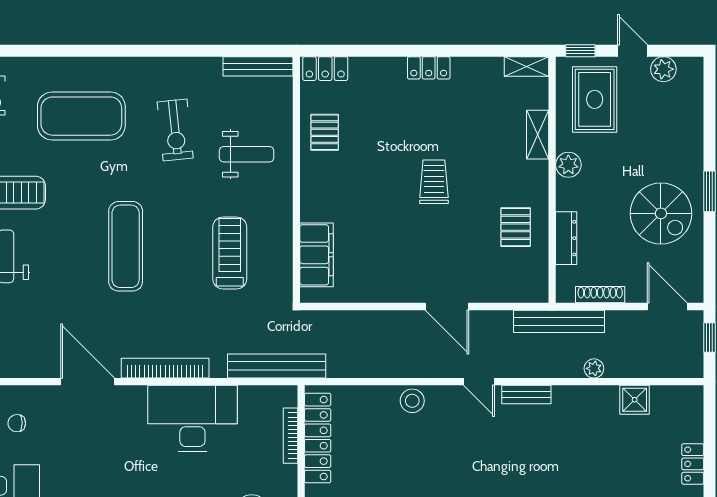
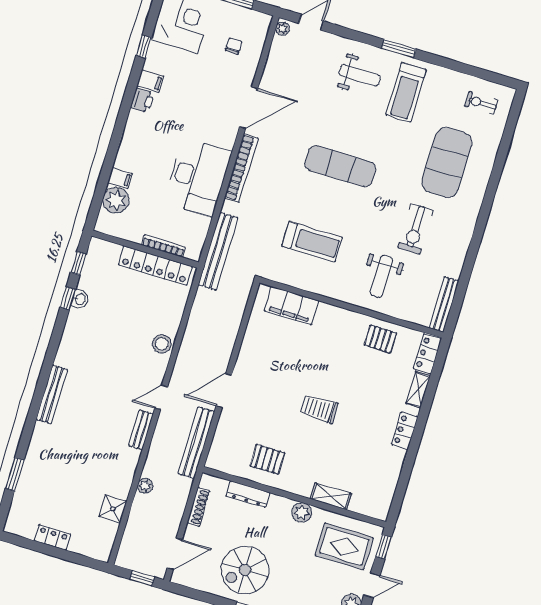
shelving: (527, 67) -> (418, 390), moved
exercise bike: (175, 130) -> (415, 229), turned -84
trolley: (434, 182) -> (319, 409), turned 180
bench: (559, 321) -> (196, 443), moved

